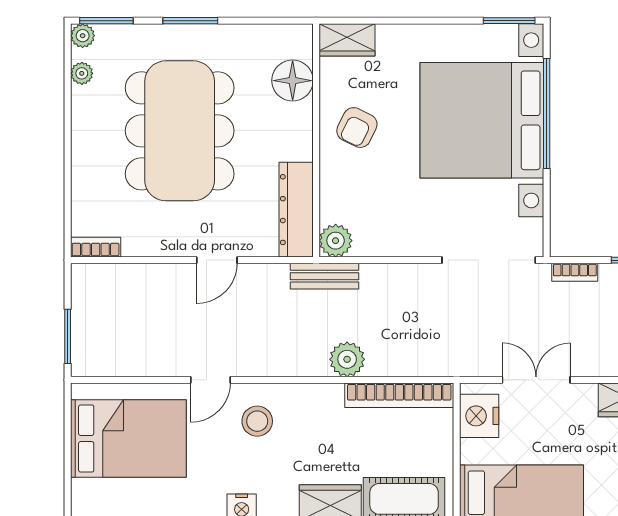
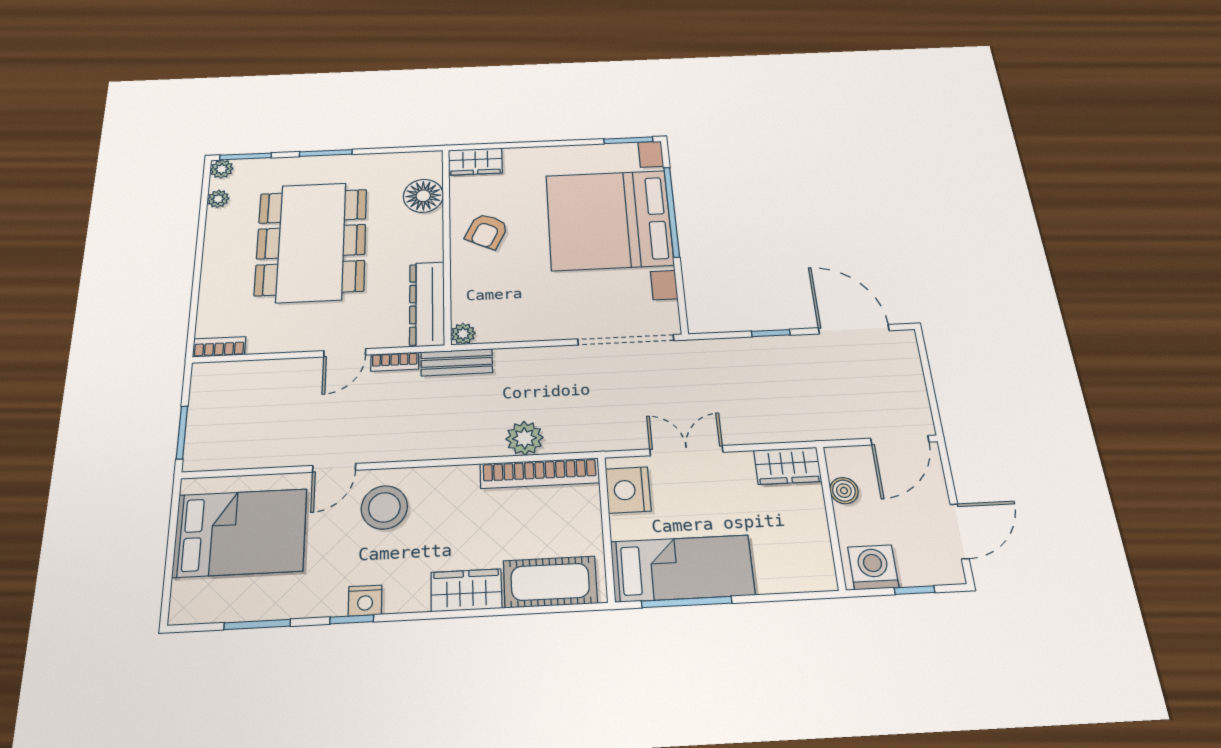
plant: (336, 241) -> (463, 334), width x0.73, depth x0.73
bookcase: (575, 272) -> (395, 362), moved
plant: (347, 359) -> (524, 438), moved
stool: (257, 421) -> (384, 507), width x1.38, depth x1.38

